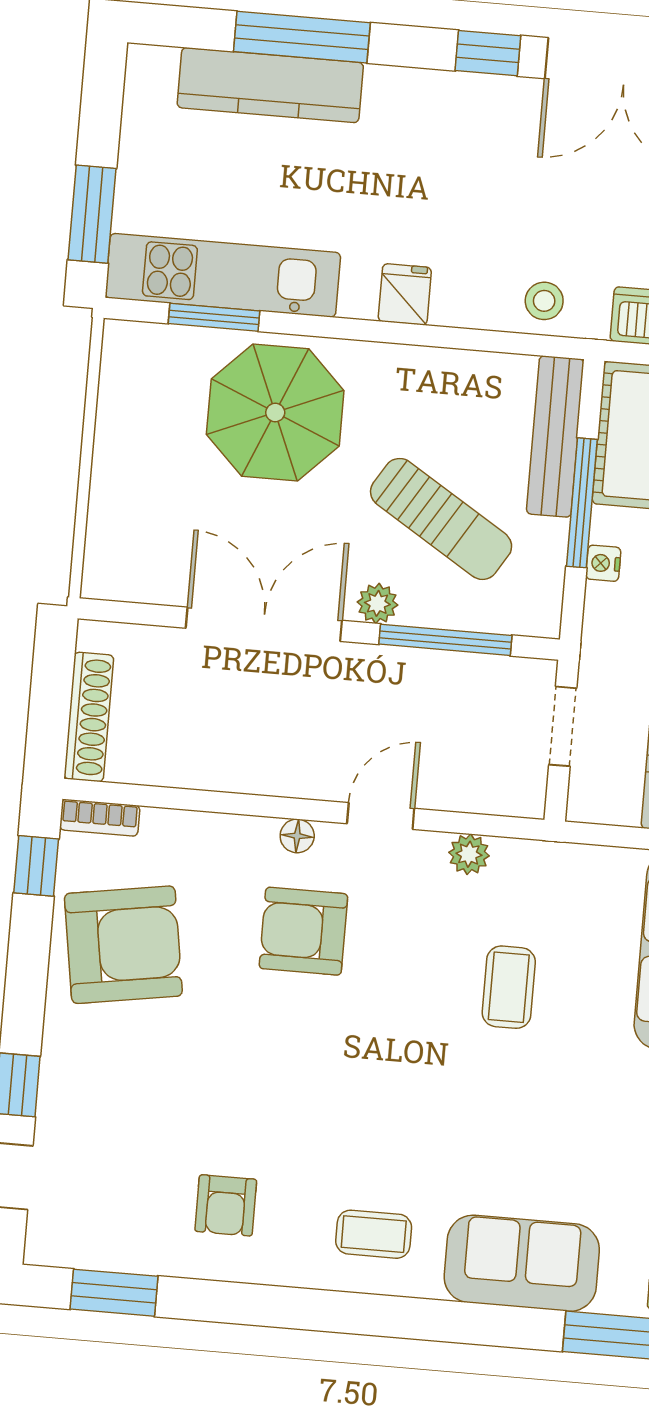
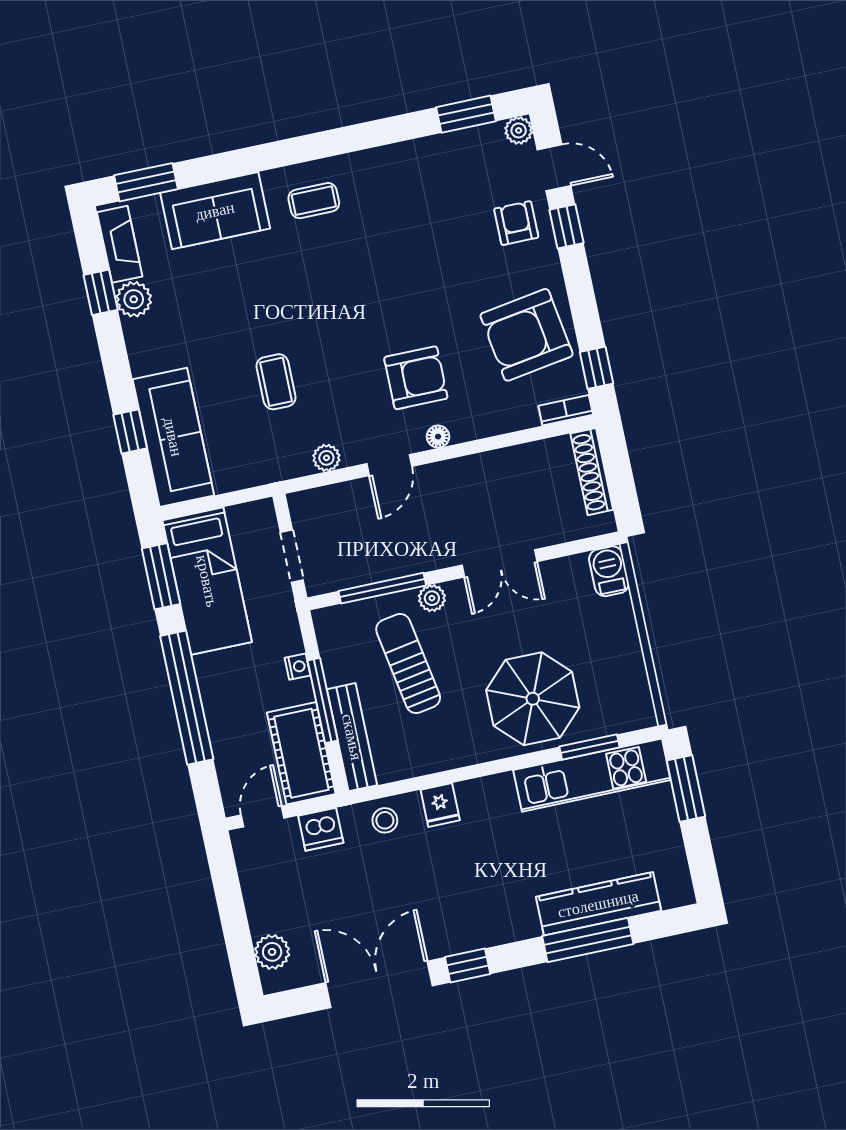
fridge: (405, 294) -> (440, 805), moved
sun lounger: (441, 519) -> (408, 663), turned 48
barbecue: (108, 564) -> (609, 571), added
double door: (264, 624) -> (499, 563), width x0.73
armchair: (226, 1205) -> (516, 223), moved
plant: (45, 1246) -> (519, 130), added

